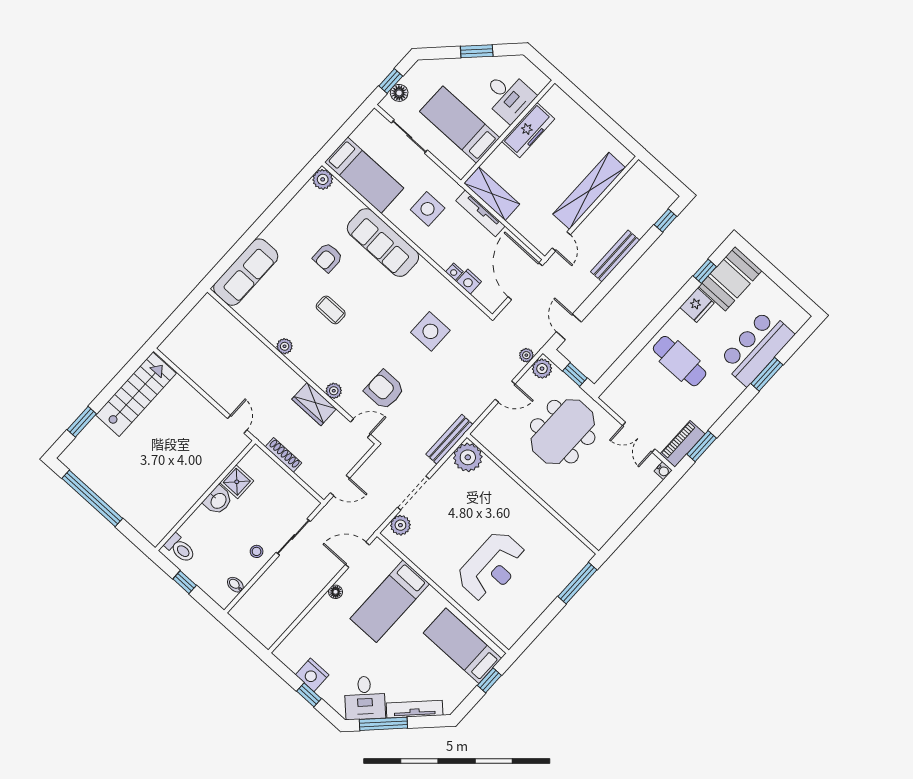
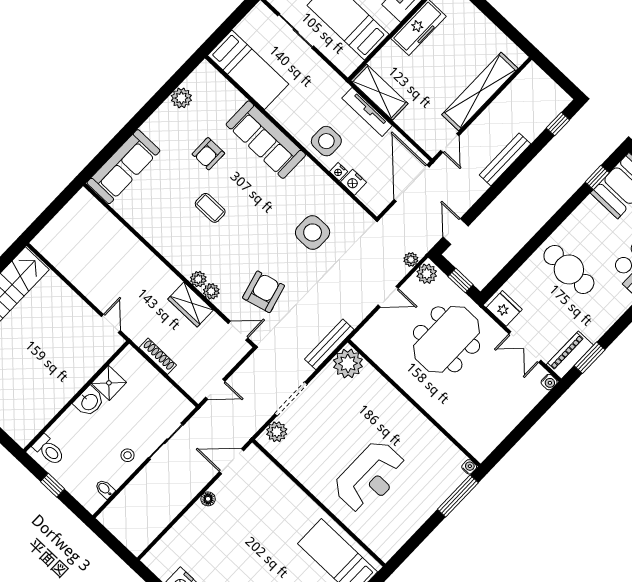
plant: (323, 179) -> (181, 98), moved
side table: (428, 209) -> (326, 141), moved
fridge: (697, 305) -> (504, 308), moved, turned -90
plant: (285, 346) -> (198, 279), moved
armchair: (384, 390) -> (264, 292), turned 75
water cooler: (588, 555) -> (469, 467), added
bed: (390, 601) -> (264, 510), removed

